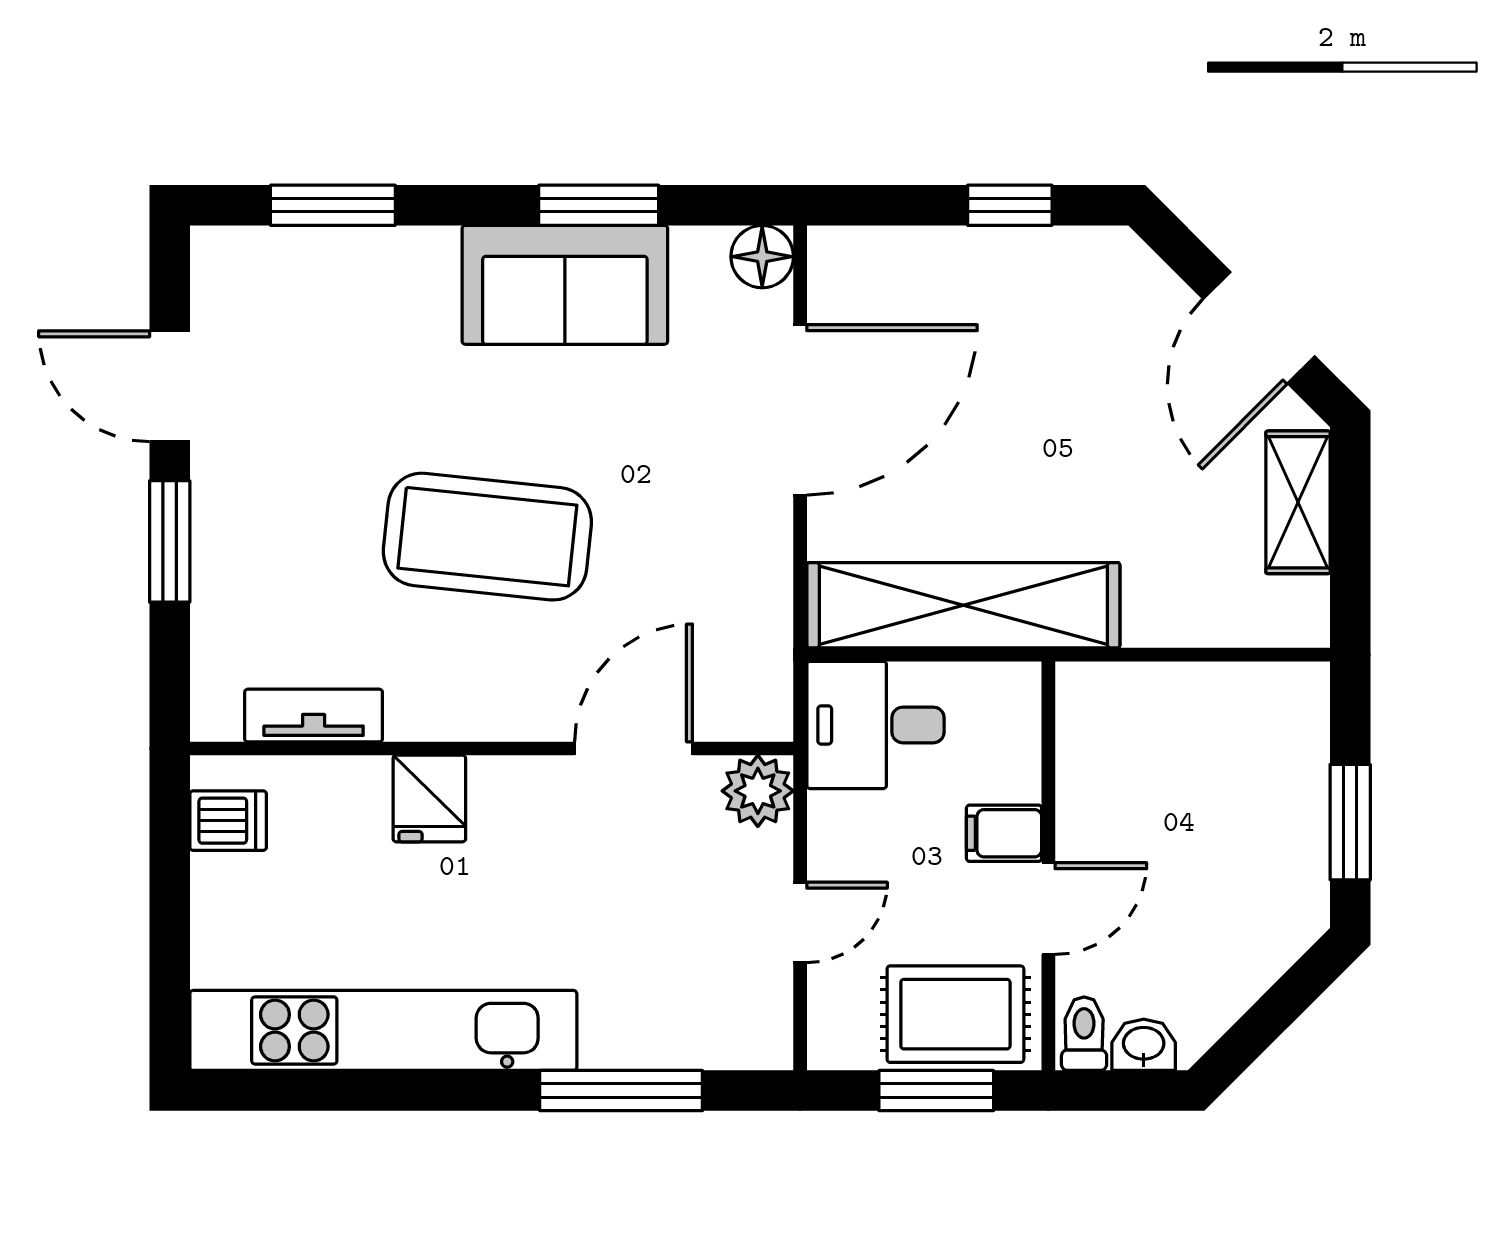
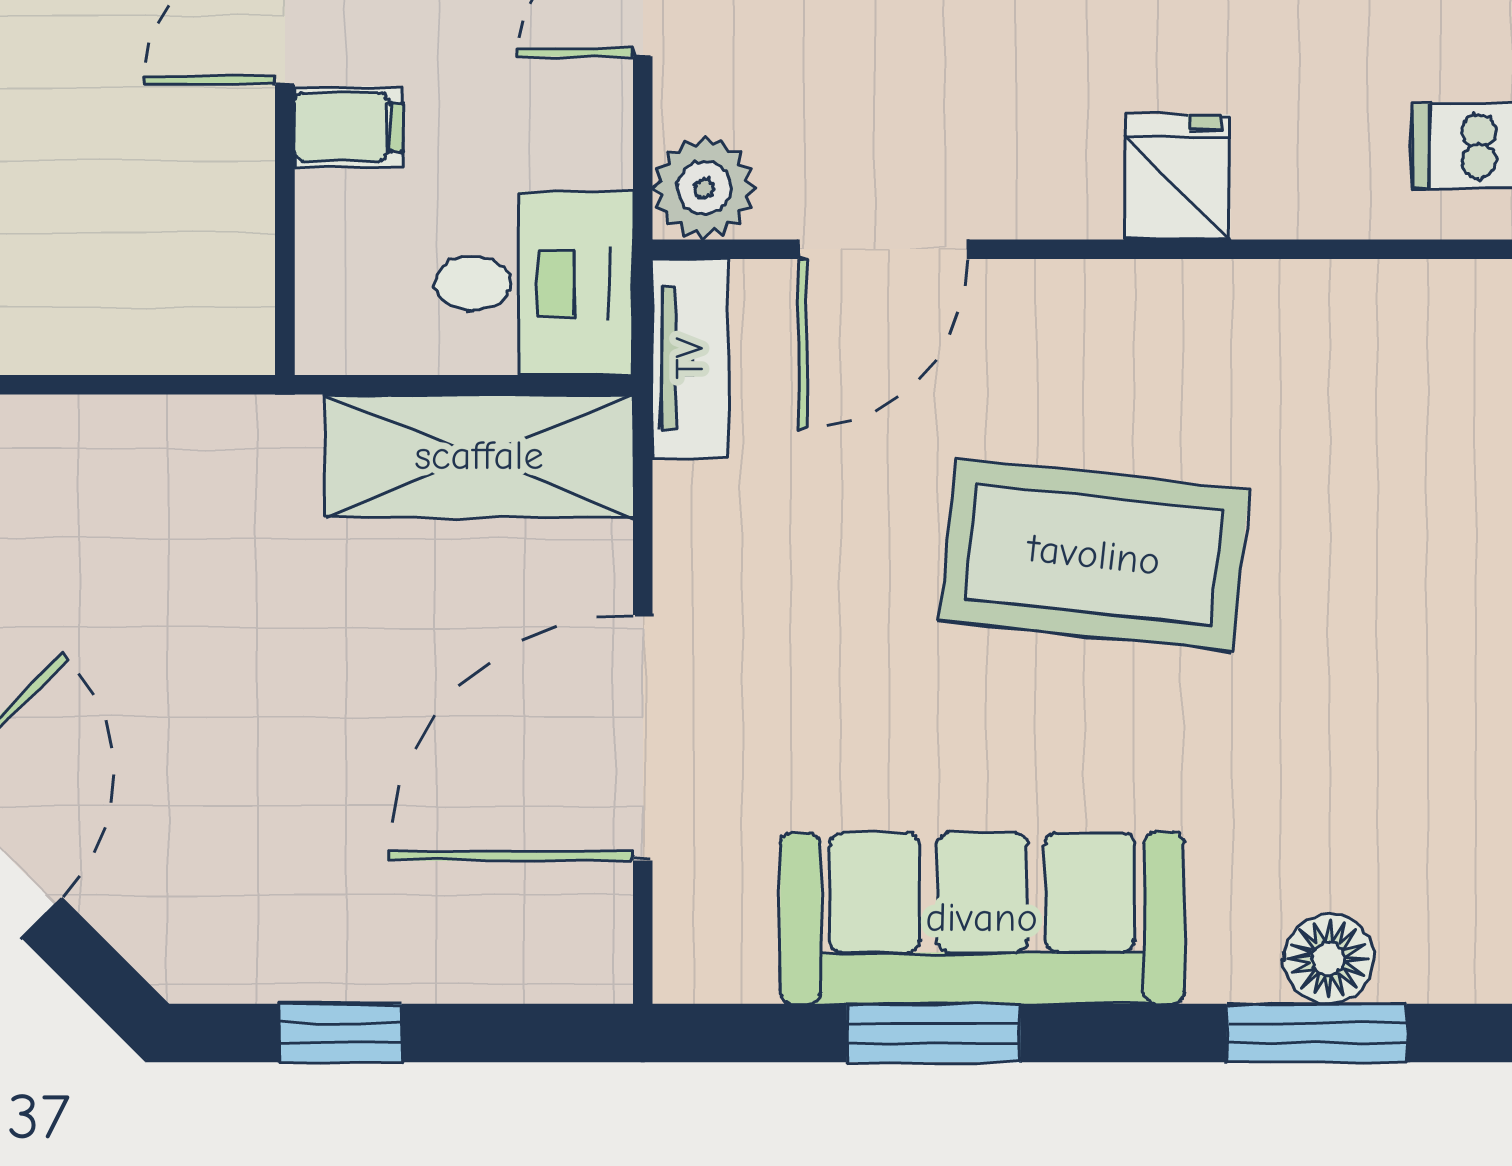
floor lamp: (762, 257) -> (1329, 959), moved
sofa: (565, 285) -> (982, 918), width x1.36
shelving: (963, 605) -> (479, 456), width x0.68
tv unit: (314, 715) -> (690, 358), moved, turned -90

